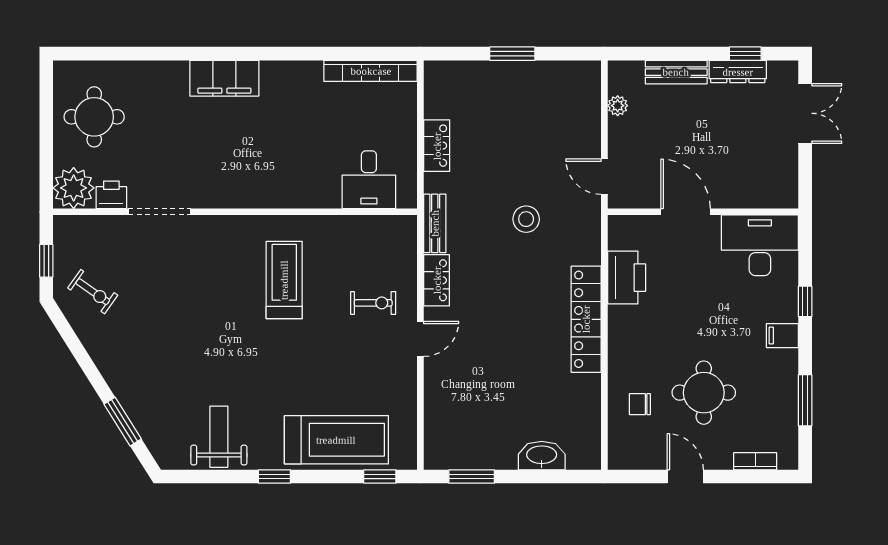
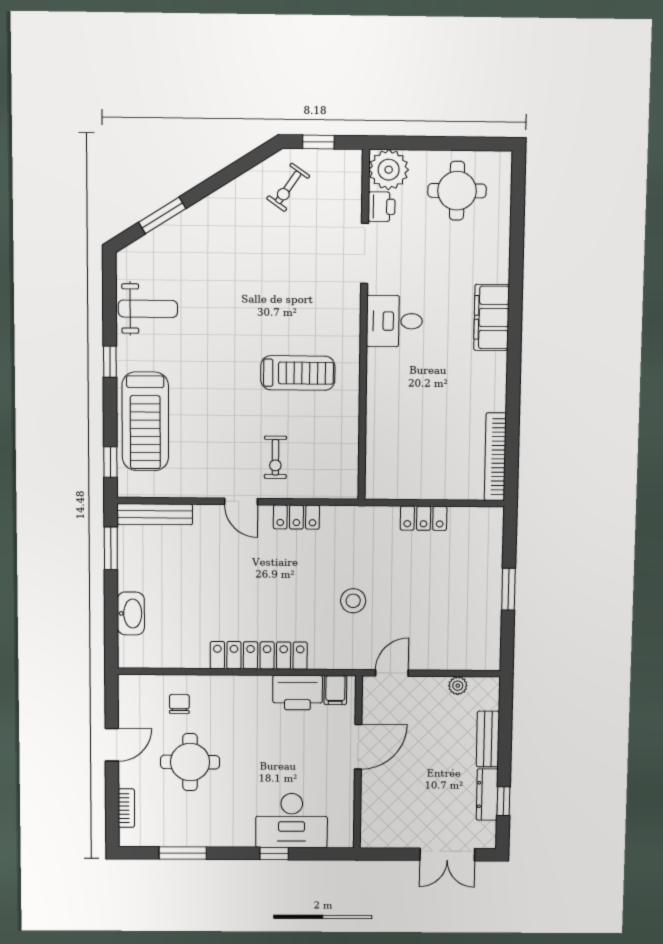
desk: (369, 180) -> (394, 321), moved
bench: (435, 223) -> (155, 514), moved, width x1.36
desk: (760, 245) -> (292, 821), moved, turned 90
filing cabinet: (782, 336) -> (335, 690), moved, turned 180

